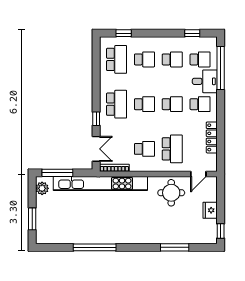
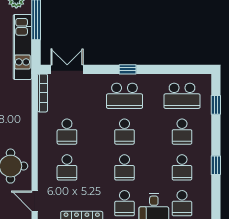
window: (192, 33) -> (216, 165), moved
window: (96, 119) -> (128, 69), moved
double door: (96, 149) -> (67, 69), swing flipped
school desk: (172, 149) -> (67, 167), width x0.54
kitchen unit: (100, 183) -> (22, 47), width x0.54

